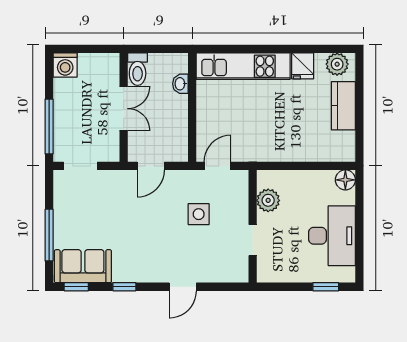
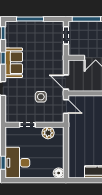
door: (151, 166) -> (66, 82), moved
desk: (332, 236) -> (17, 163), moved, turned 90
sofa: (83, 266) -> (14, 63), moved

